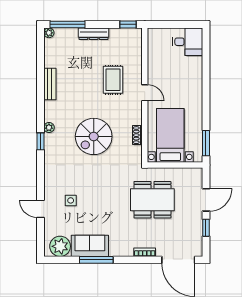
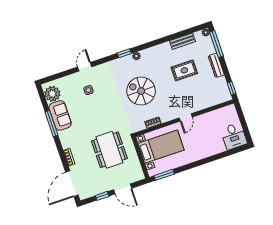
rug: (113, 80) -> (184, 70), moved
bench: (50, 84) -> (182, 41), moved
door: (40, 209) -> (85, 67), moved

